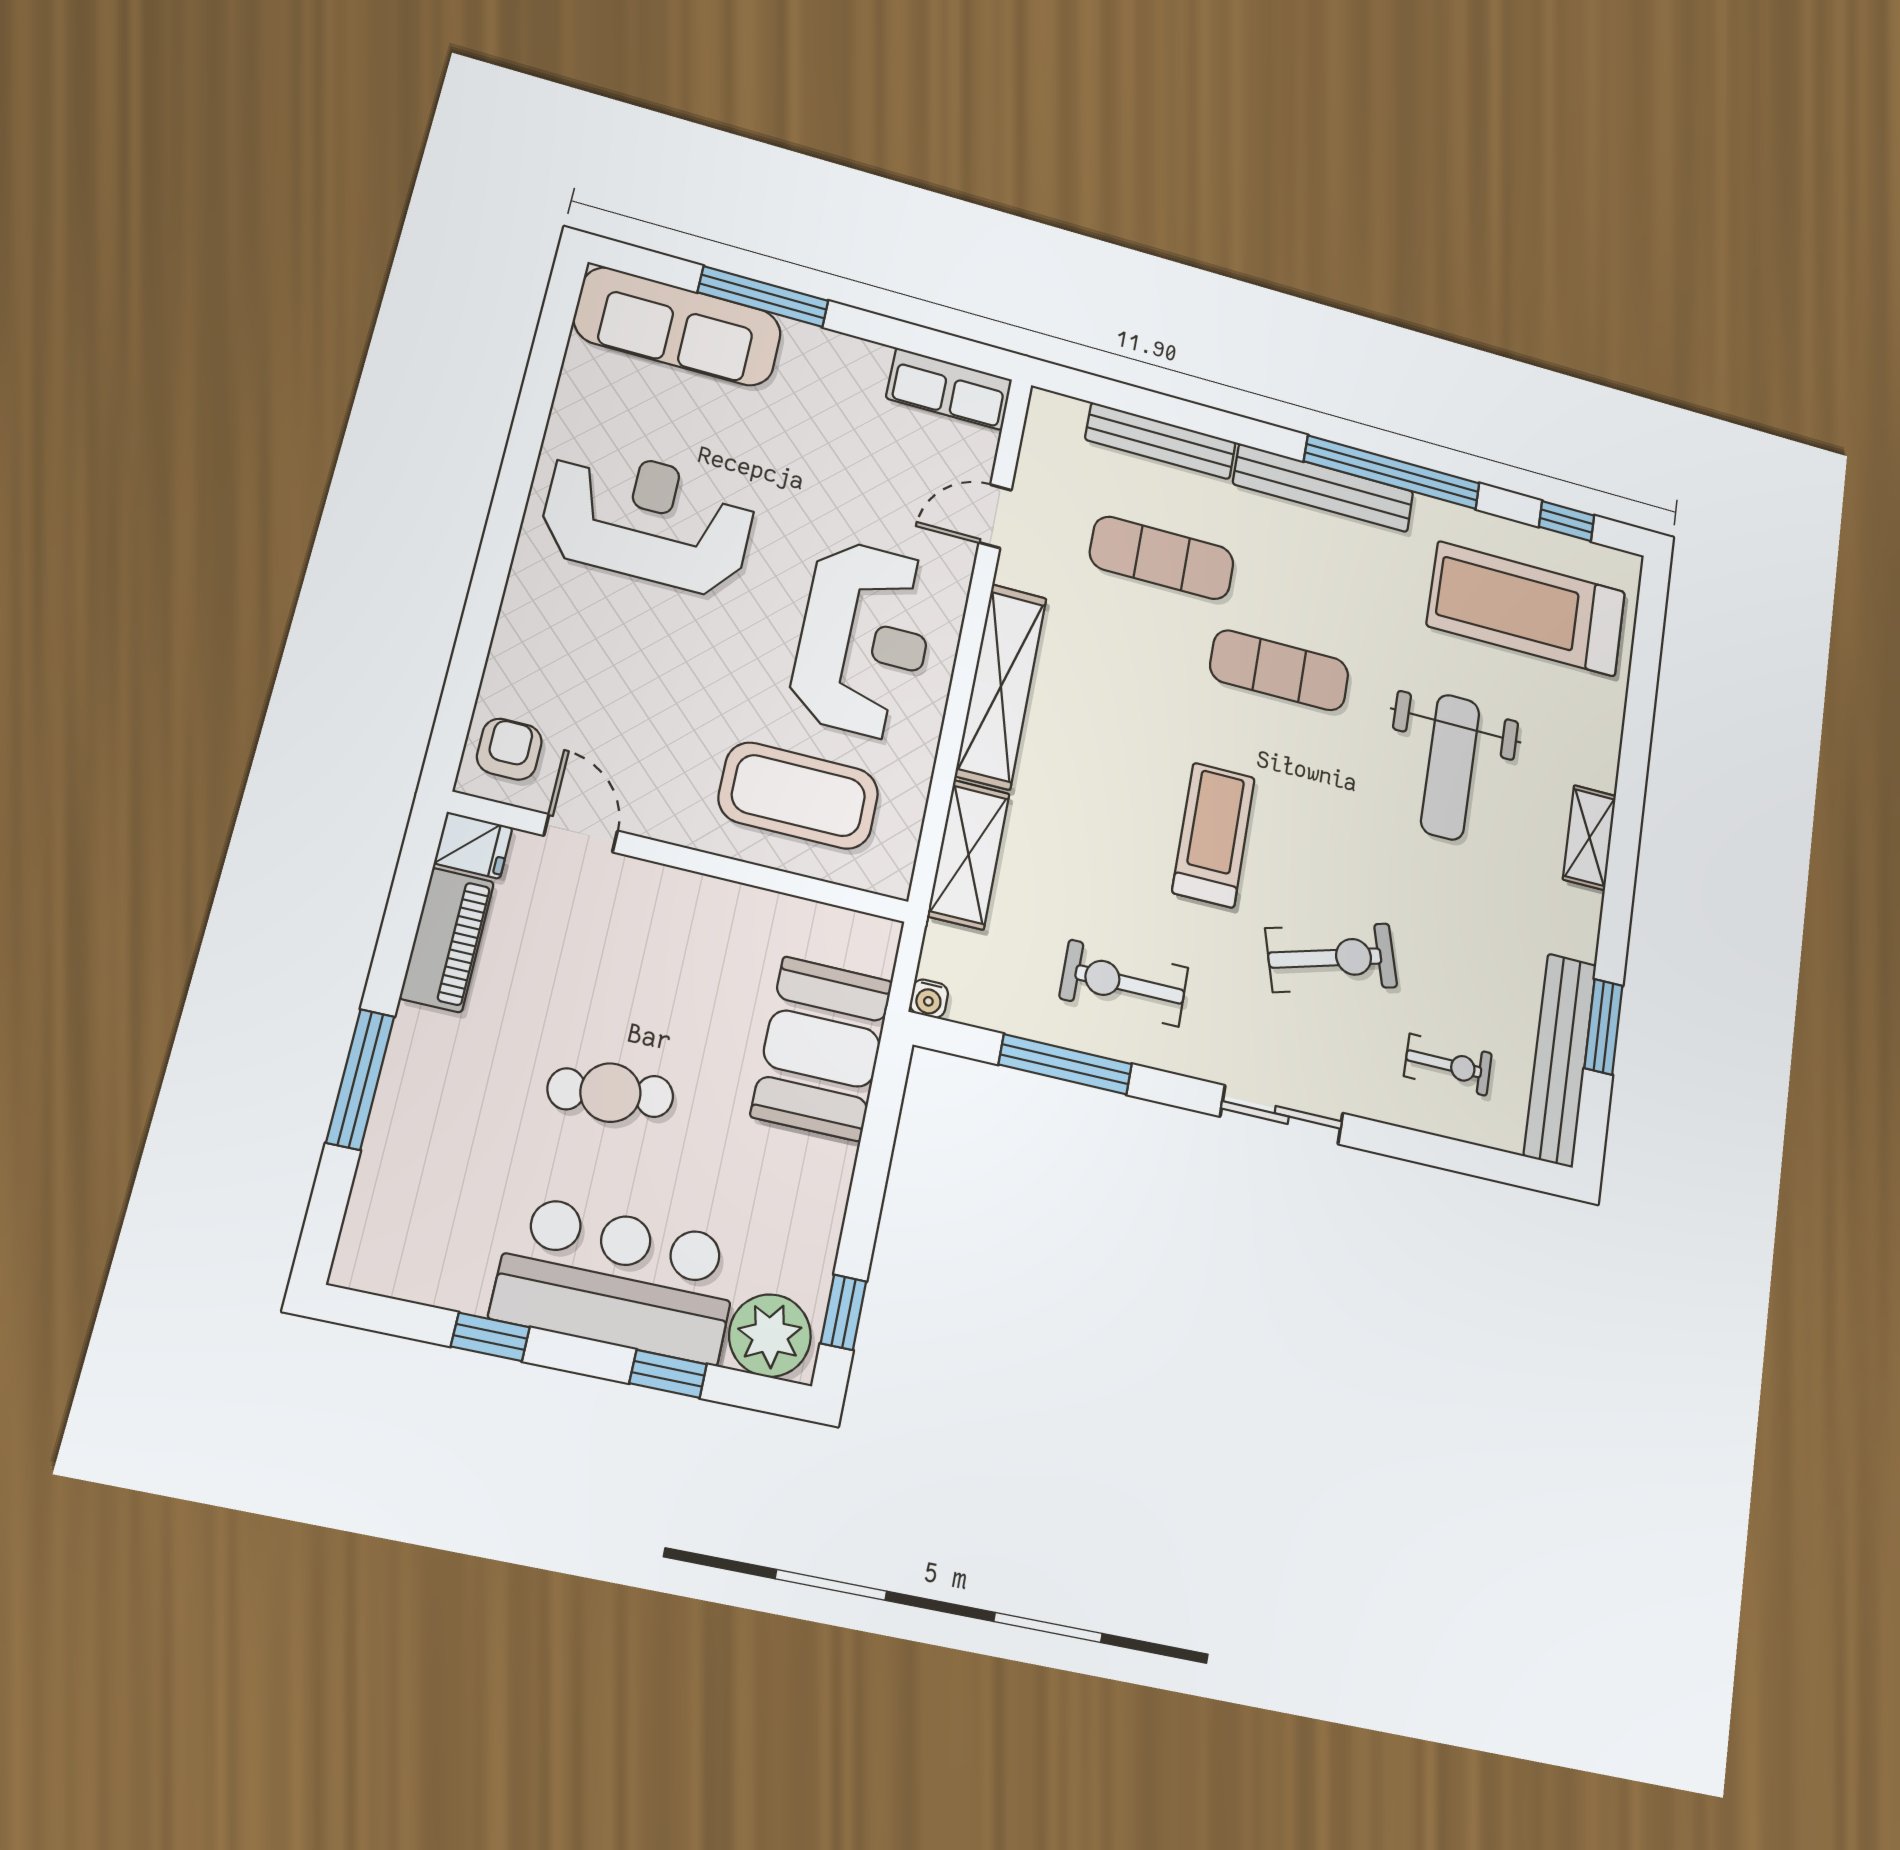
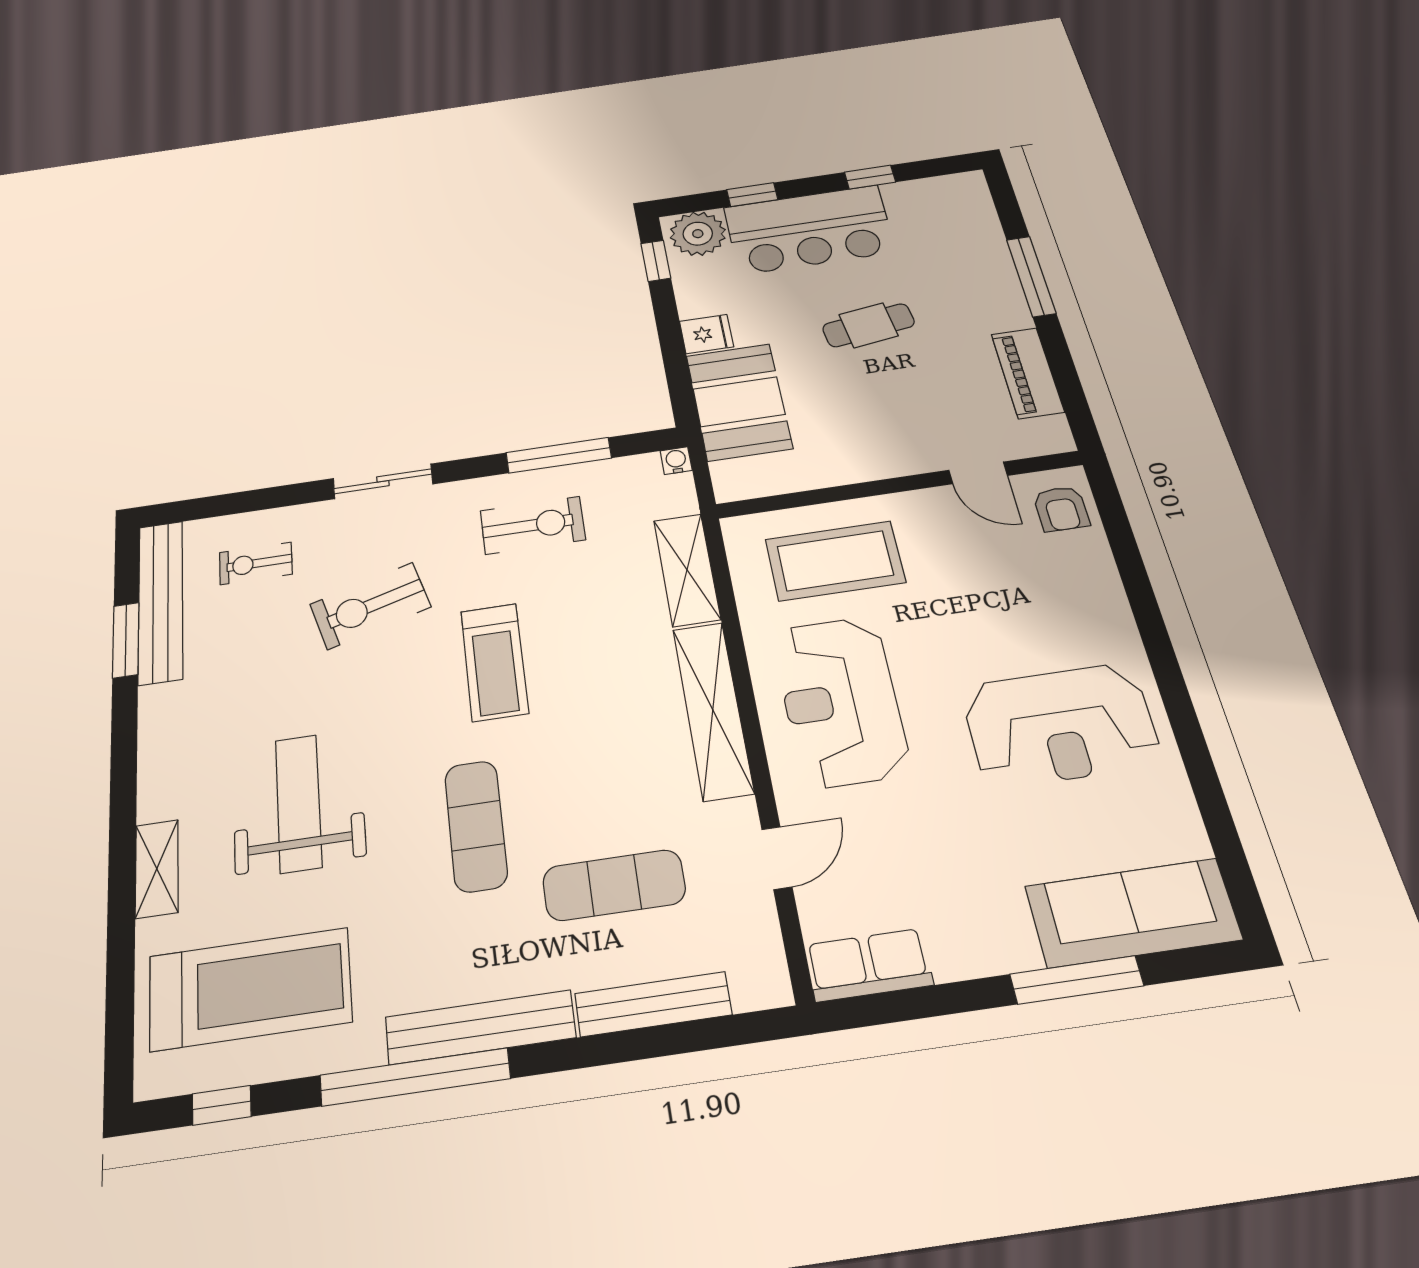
exercise mat: (1279, 670) -> (476, 826), turned 90
shelving: (1590, 838) -> (157, 869), moved
fridge: (473, 845) -> (707, 334), moved, turned 180

